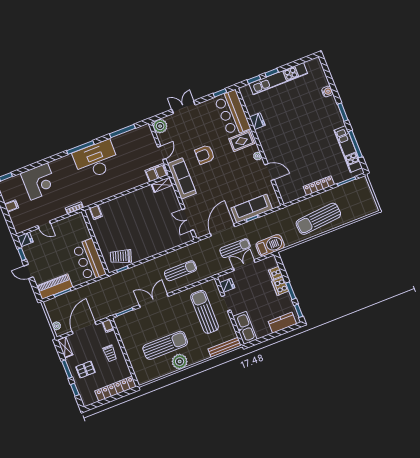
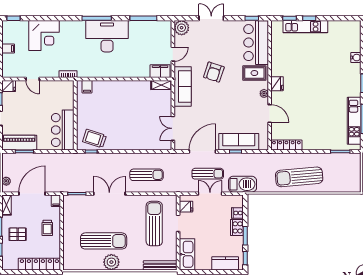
kitchen unit: (278, 79) -> (305, 27), width x0.73
fridge: (257, 121) -> (277, 84), moved
armchair: (205, 155) -> (214, 72), turned -72
locker: (319, 186) -> (286, 145), moved

